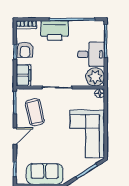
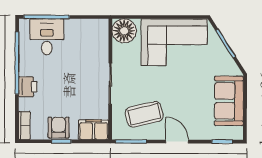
printer: (55, 30) -> (28, 87), width x0.53, depth x0.68
armchair: (25, 50) -> (59, 128), turned -90
desk: (91, 54) -> (47, 37), moved
plant: (95, 77) -> (96, 31), removed
floor lamp: (100, 93) -> (124, 31), width x1.89, depth x1.89

